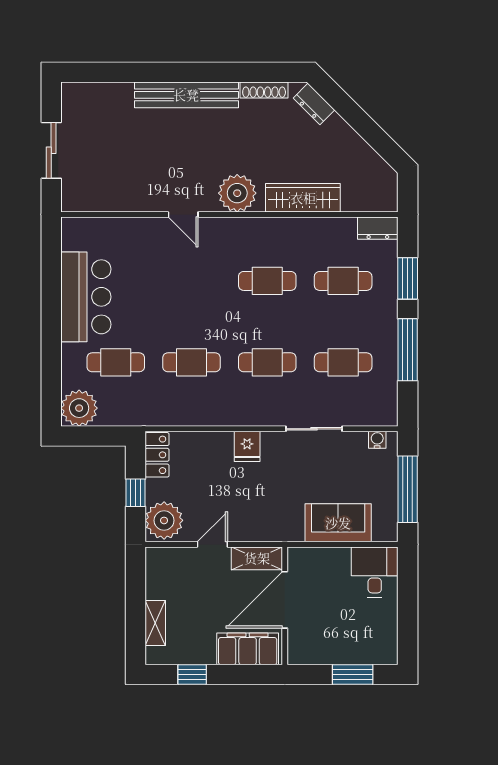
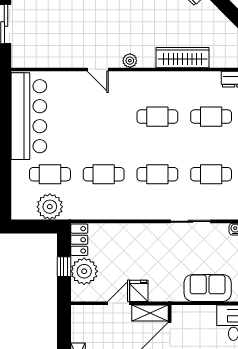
plant: (237, 193) -> (130, 61), width x0.53, depth x0.53
bar counter: (86, 297) -> (29, 116), width x1.36
plant: (79, 408) -> (50, 207), moved
fridge: (247, 446) -> (139, 291), moved, turned 180
plant: (164, 520) -> (84, 271), moved

